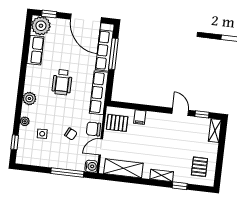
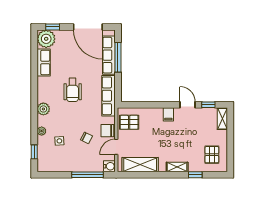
filing cabinet: (140, 117) -> (168, 114), moved

